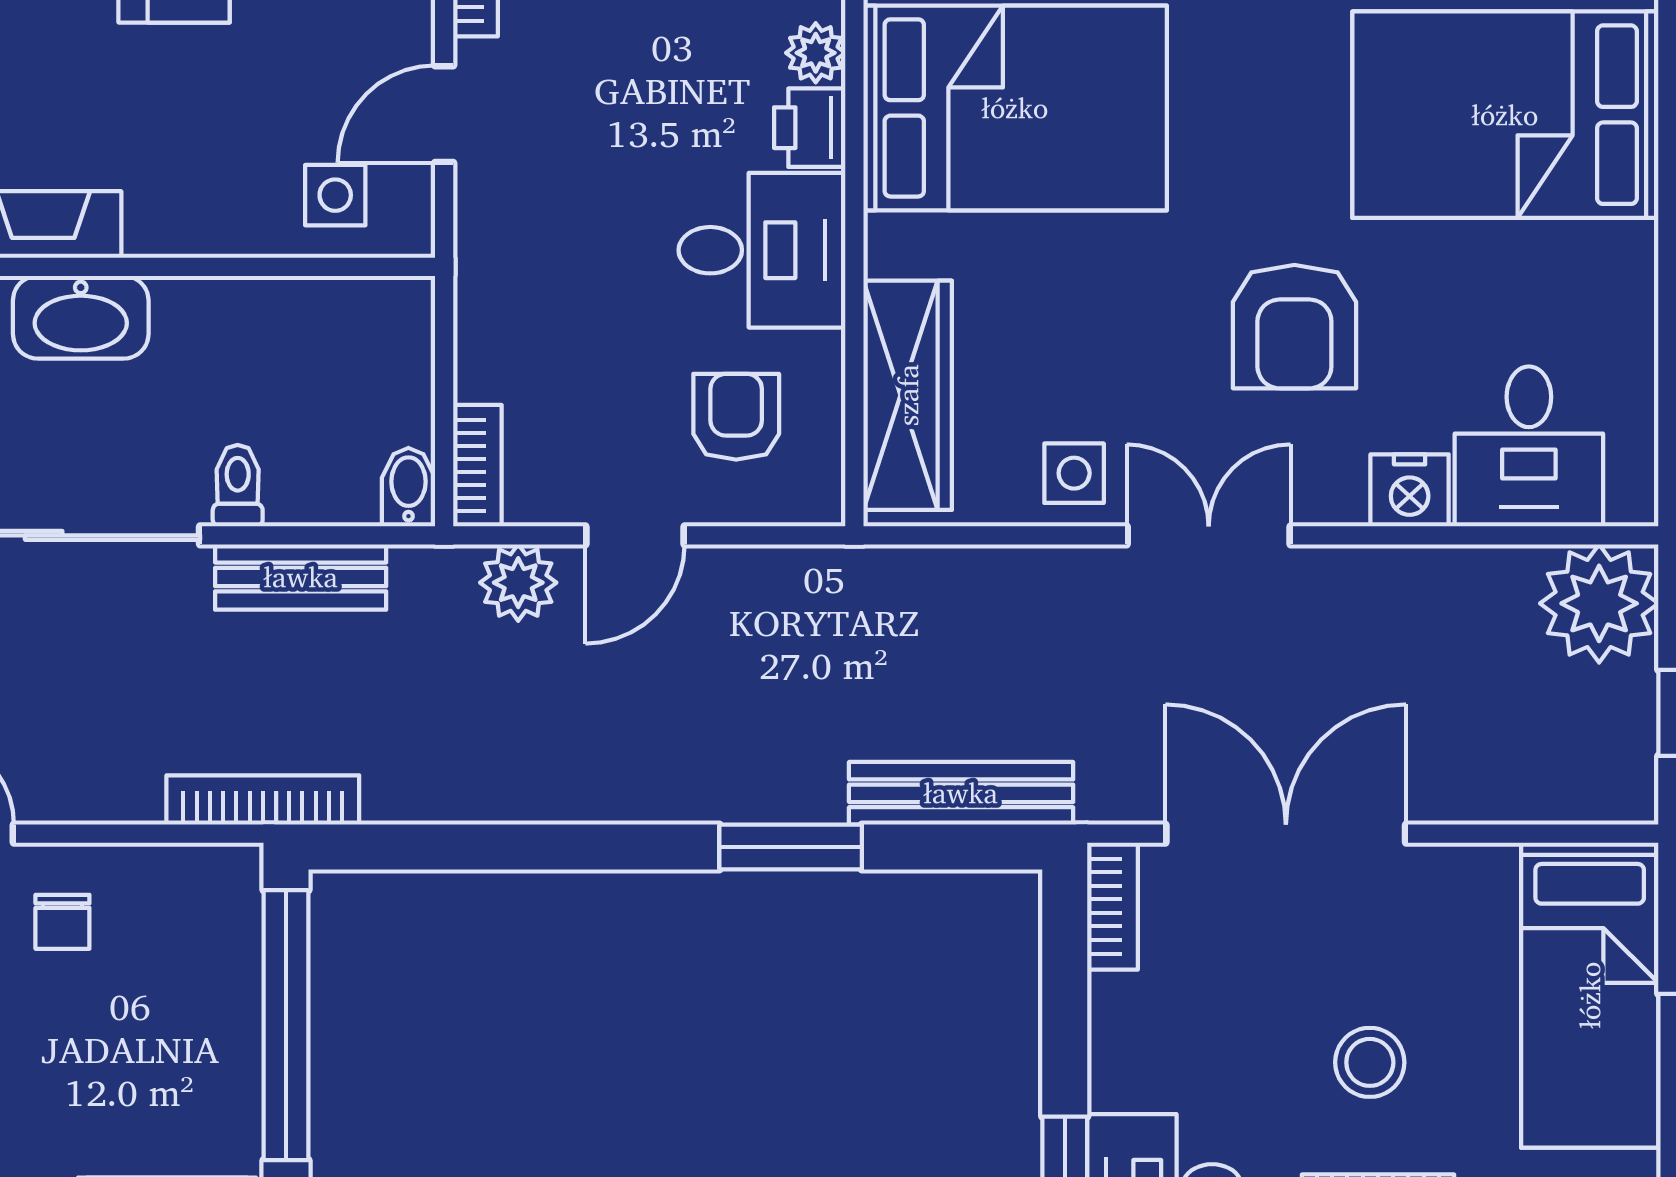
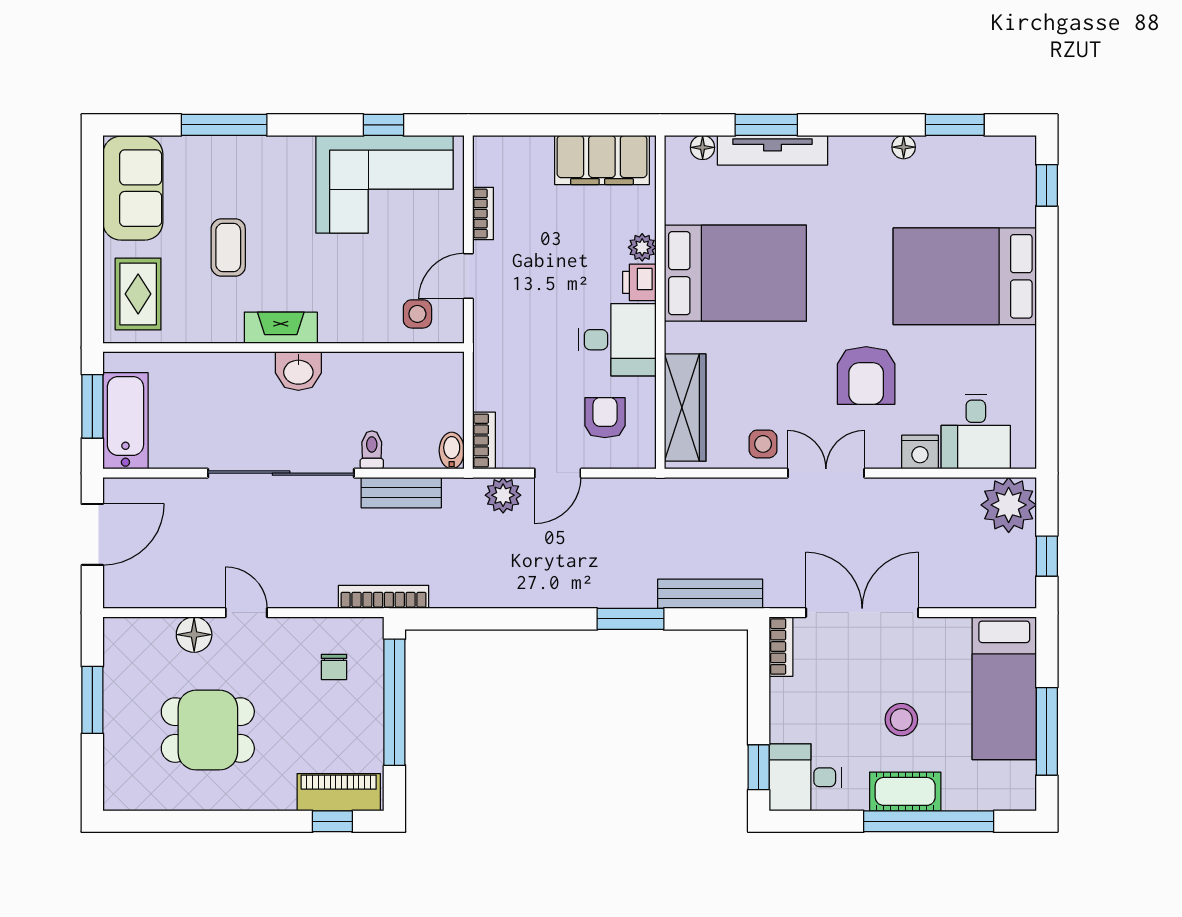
washbasin: (81, 317) -> (298, 371), width x0.72
chair: (62, 922) -> (334, 667), moved

